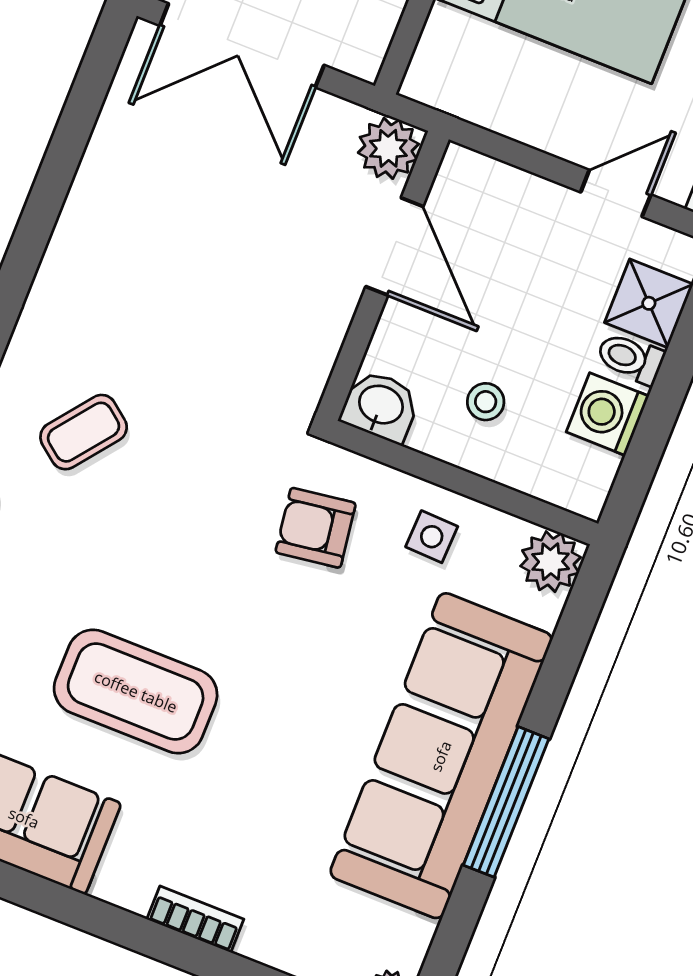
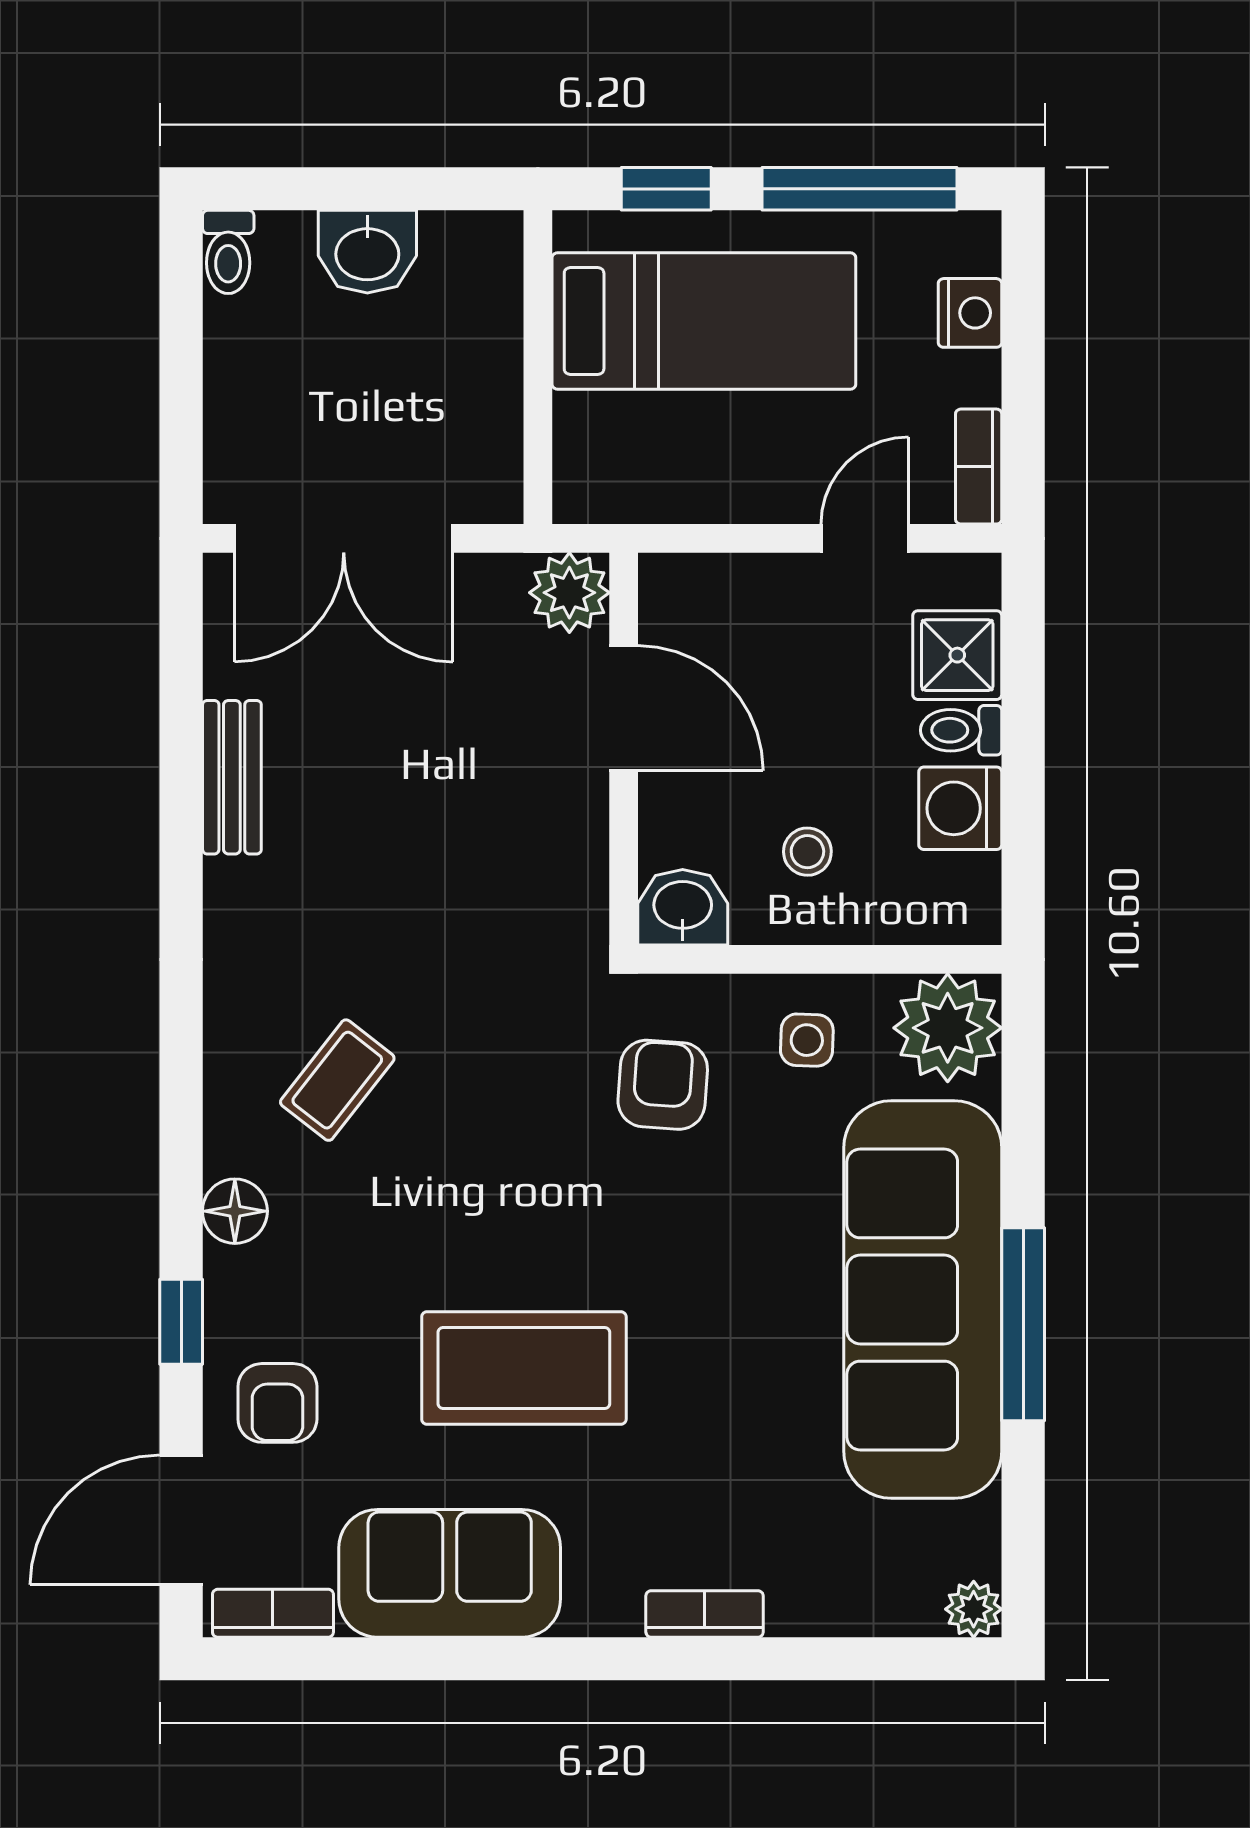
bench: (94, 185) -> (232, 777), added
armchair: (316, 528) -> (663, 1085), turned 102
plant: (551, 562) -> (948, 1028), width x1.36, depth x1.36

